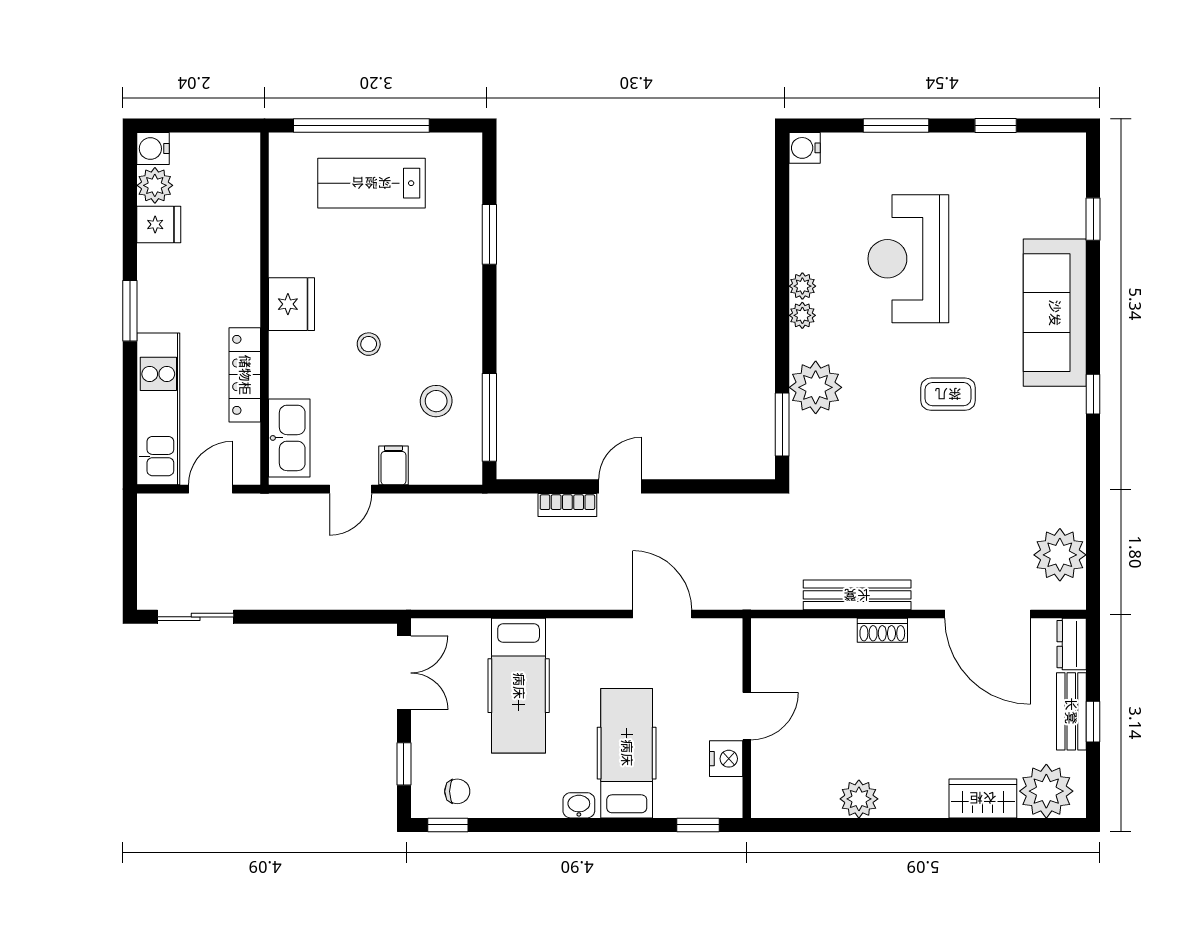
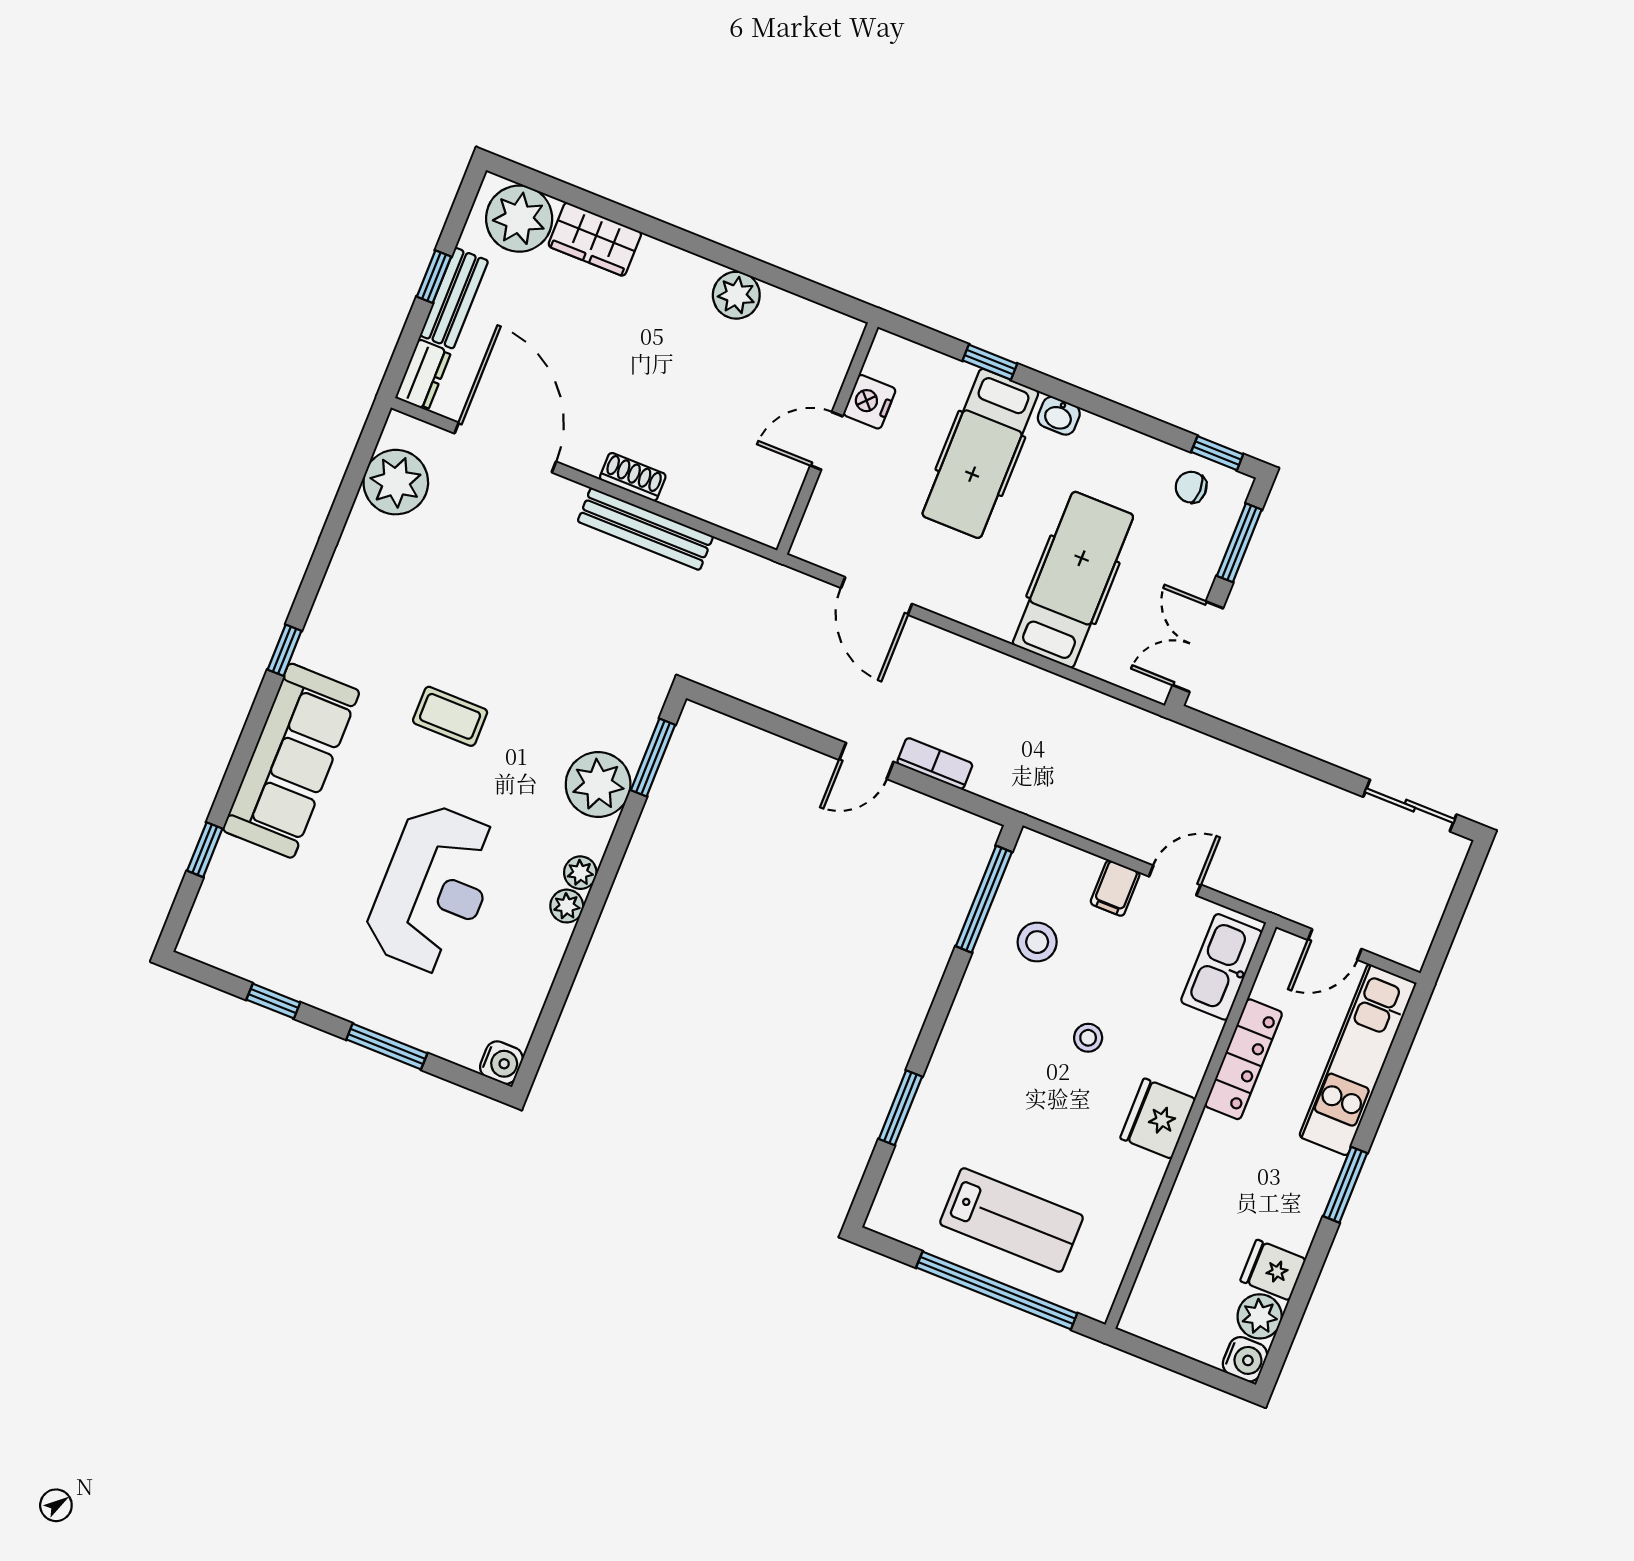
window: (404, 764) -> (1239, 543), width x1.50
window: (698, 825) -> (990, 362), moved

